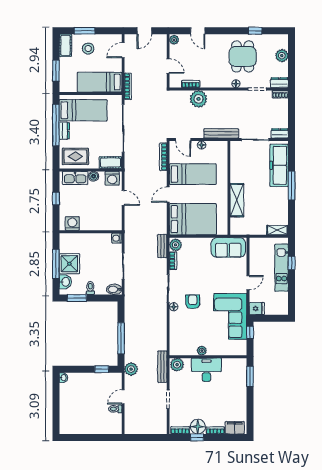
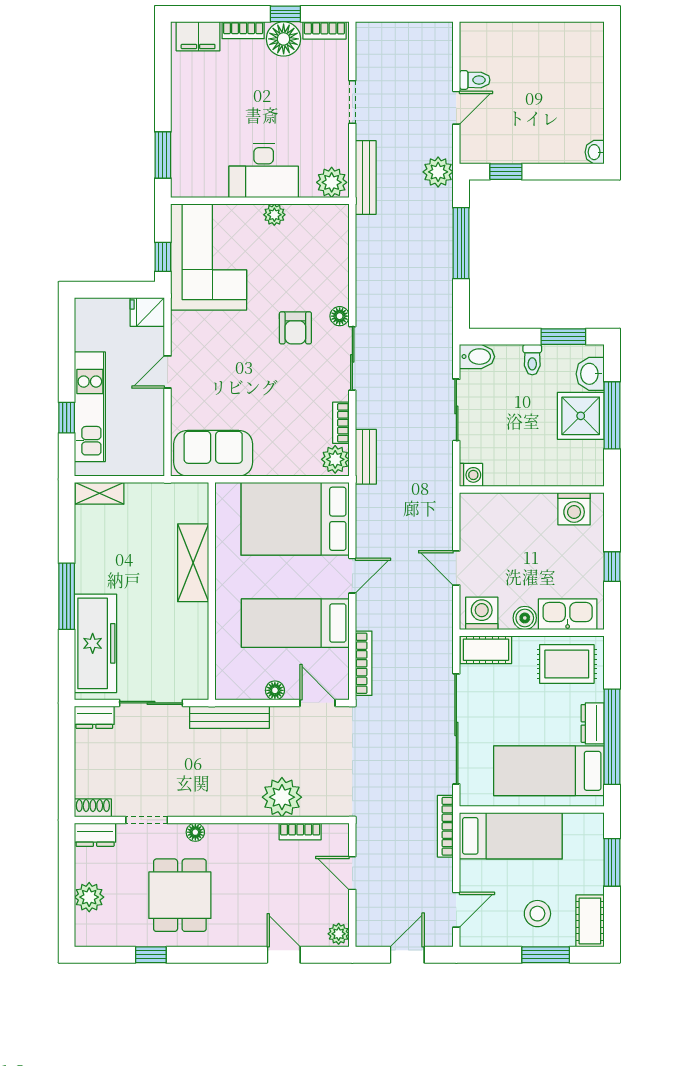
corner sofa: (230, 316) -> (209, 257), moved

